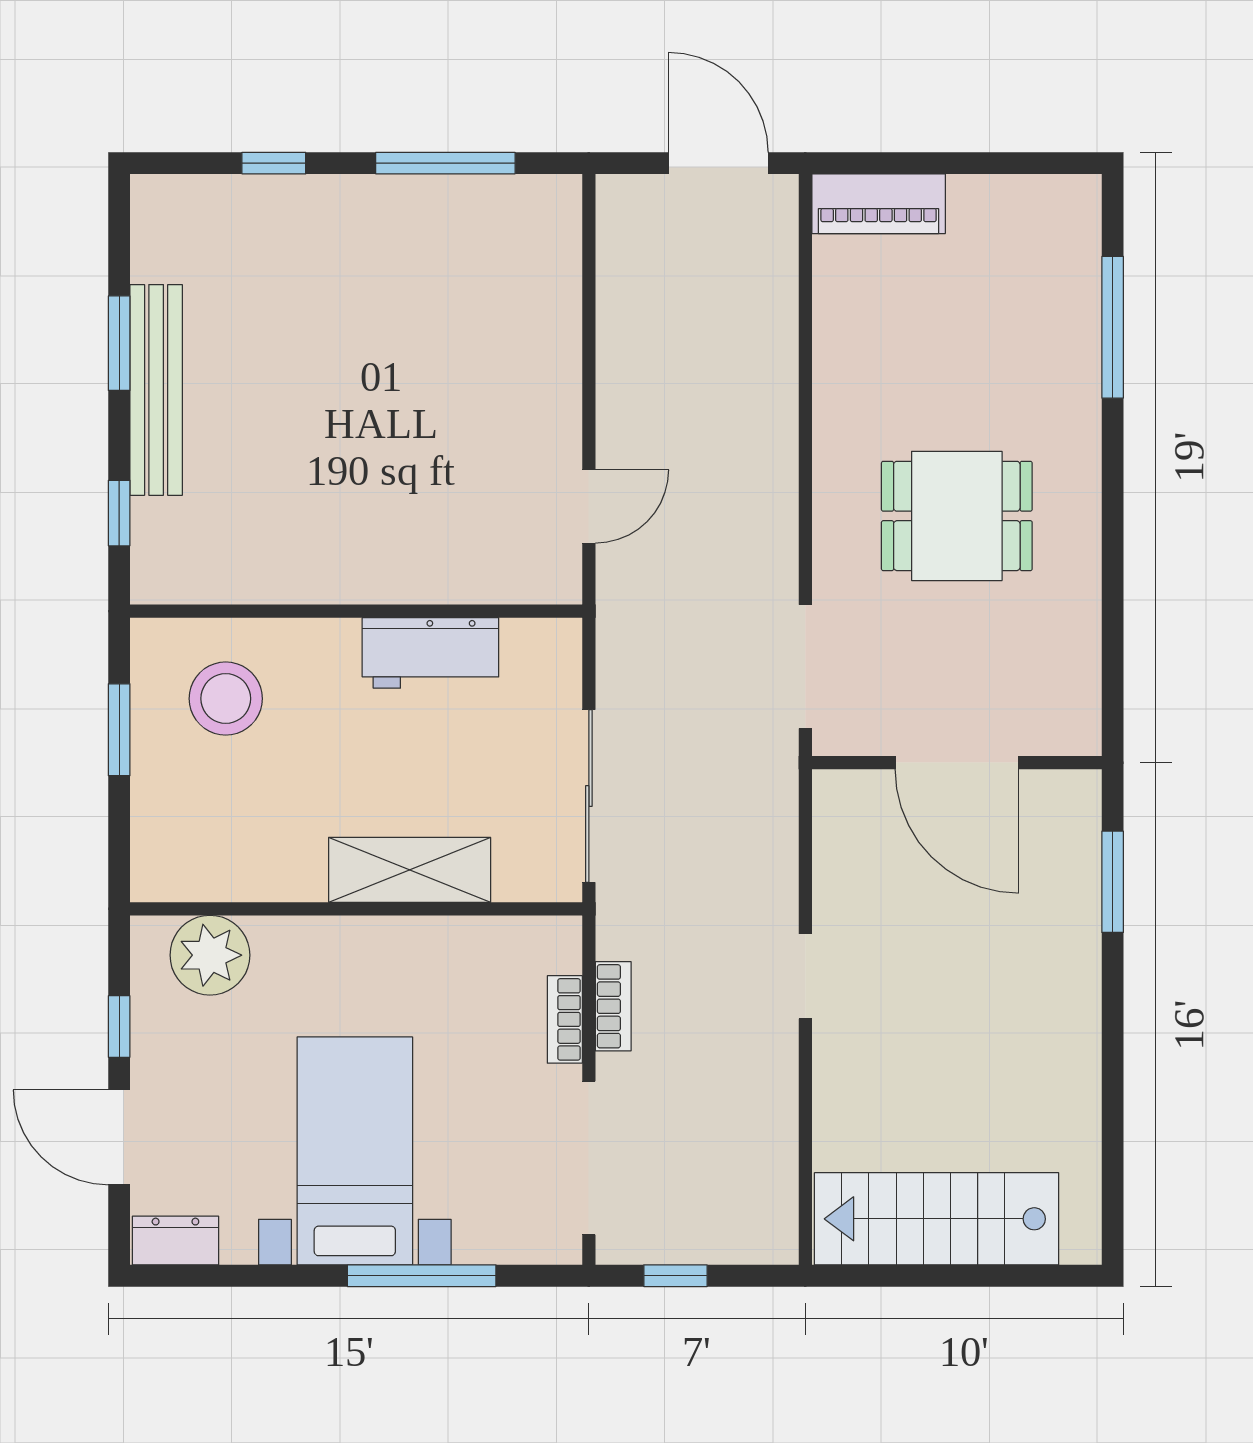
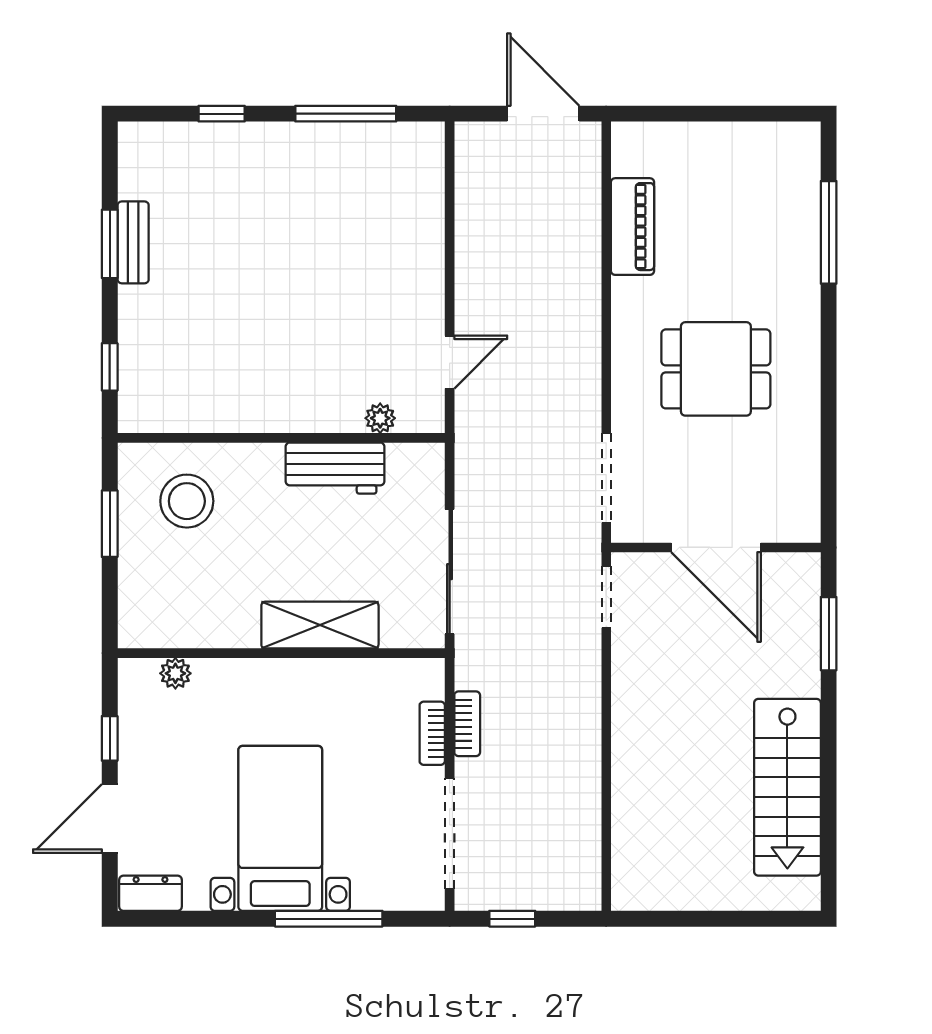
piano: (879, 204) -> (633, 227), moved, turned -90
bench: (156, 390) -> (133, 242), width x0.54, depth x0.82
plant: (493, 584) -> (380, 418), added
plant: (210, 955) -> (175, 673), width x0.53, depth x0.53
doorway: (805, 976) -> (606, 597), moved
door: (119, 1137) -> (110, 819), hinge flipped
stairs: (937, 1219) -> (787, 787), moved, turned -90

